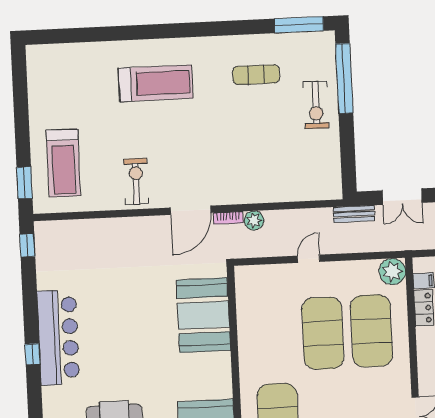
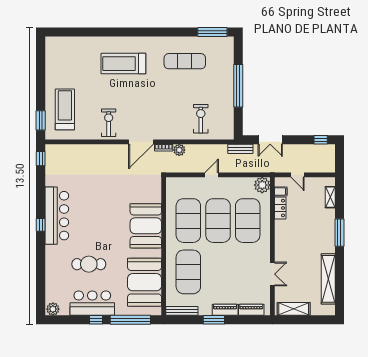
exercise mat: (256, 75) -> (185, 61), width x1.36, depth x1.45
window: (344, 78) -> (238, 86), moved
treadmill: (156, 83) -> (123, 64), turned 180
exercise bike: (316, 105) -> (201, 119), moved, turned 180
treadmill: (63, 163) -> (65, 109), turned 180
booth: (203, 315) -> (146, 226), moved
exercise mat: (274, 335) -> (188, 221), added

